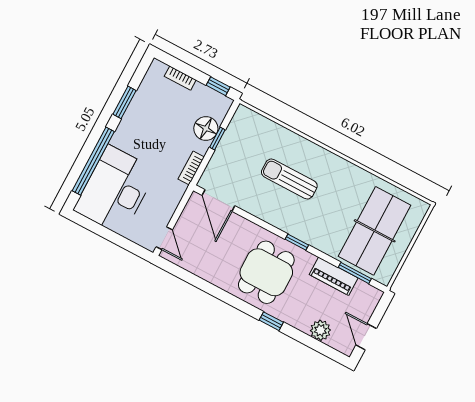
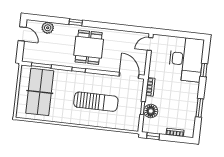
window: (93, 161) -> (204, 70), width x0.32
sun lounger: (289, 179) -> (96, 102), width x1.36, depth x1.34
door: (164, 238) -> (150, 44), hinge flipped
piano: (334, 276) -> (52, 59), removed

